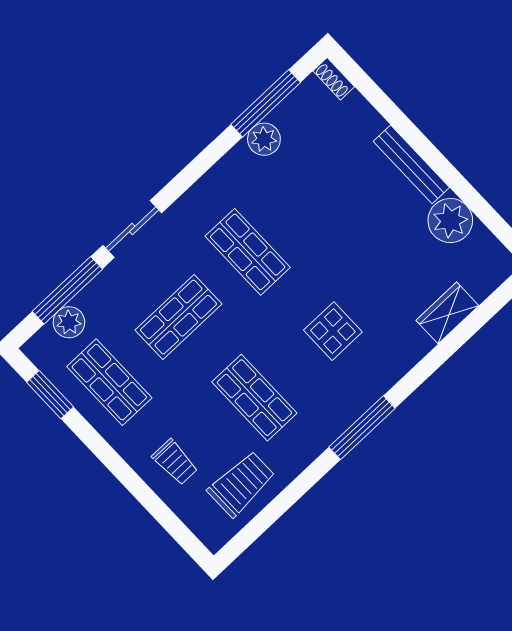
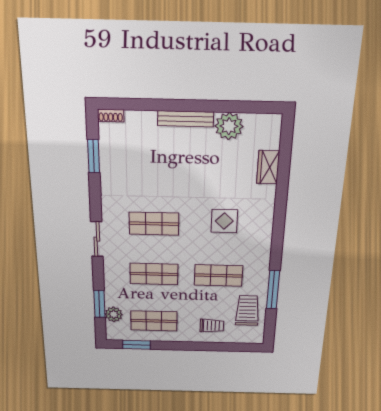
window: (266, 103) -> (94, 156), width x0.69
plant: (264, 139) -> (110, 172), removed
sliding door: (132, 229) -> (97, 239), moved
window: (67, 290) -> (99, 304), width x0.69
shop shelf: (178, 317) -> (154, 274), turned 90
window: (362, 428) -> (273, 290), moved

